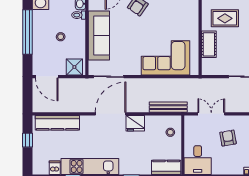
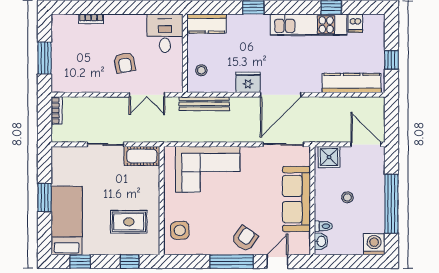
side table: (187, 12) -> (180, 230), added
cot: (209, 44) -> (142, 156), moved, turned 90

